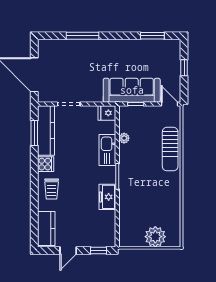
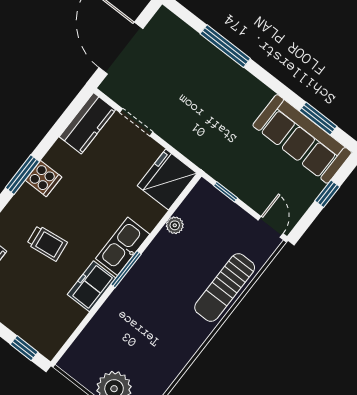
sofa: (132, 90) -> (302, 139), moved, turned 180
fridge: (107, 113) -> (167, 180), width x1.88, depth x1.34
kitchen counter: (46, 131) -> (87, 123), width x0.67
window: (34, 133) -> (22, 175), moved
kitchen sink: (107, 150) -> (123, 246), moved
trolley: (52, 189) -> (47, 243), moved, turned -97

